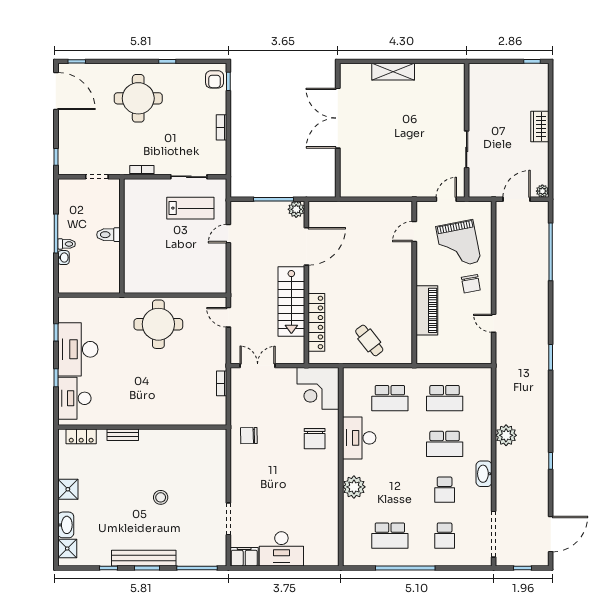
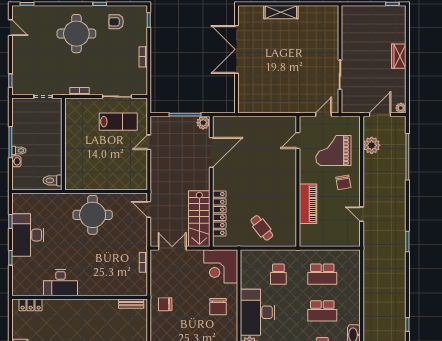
armchair: (215, 79) -> (116, 22), moved, turned 90
door: (56, 91) -> (10, 28), width x0.53
toilet: (108, 235) -> (52, 180), moved
grand piano: (458, 244) -> (333, 151), turned 101
stairs: (291, 301) -> (199, 219), moved
desk: (74, 398) -> (61, 283), moved, turned -90
school desk: (390, 398) -> (278, 274), width x0.54
bench: (123, 435) -> (131, 304), moved
plant: (506, 435) -> (372, 145), moved
desk: (359, 438) -> (258, 312), width x1.36, depth x1.30

